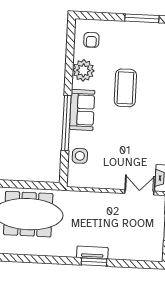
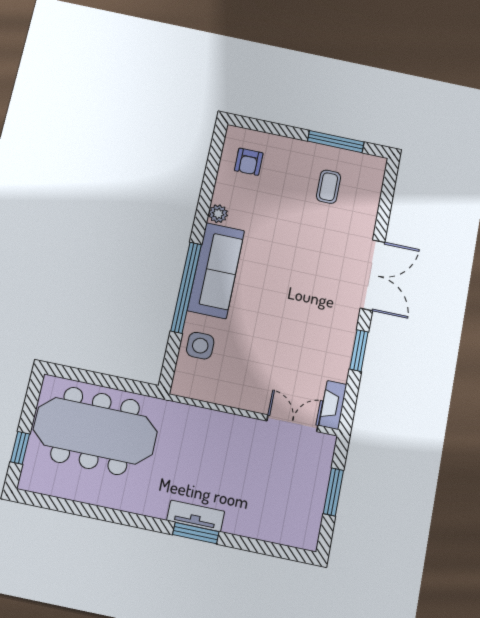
plant: (83, 70) -> (218, 214), width x0.53, depth x0.53
coffee table: (125, 88) -> (328, 187), moved, width x0.54, depth x0.58
sofa: (82, 110) -> (216, 270), width x1.36

